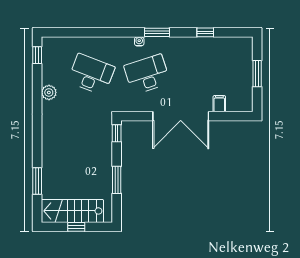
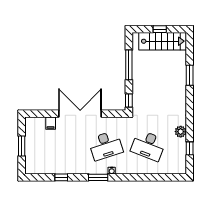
window: (37, 55) -> (190, 148), moved
window: (117, 180) -> (129, 65), width x1.44
window: (37, 181) -> (190, 75), moved

